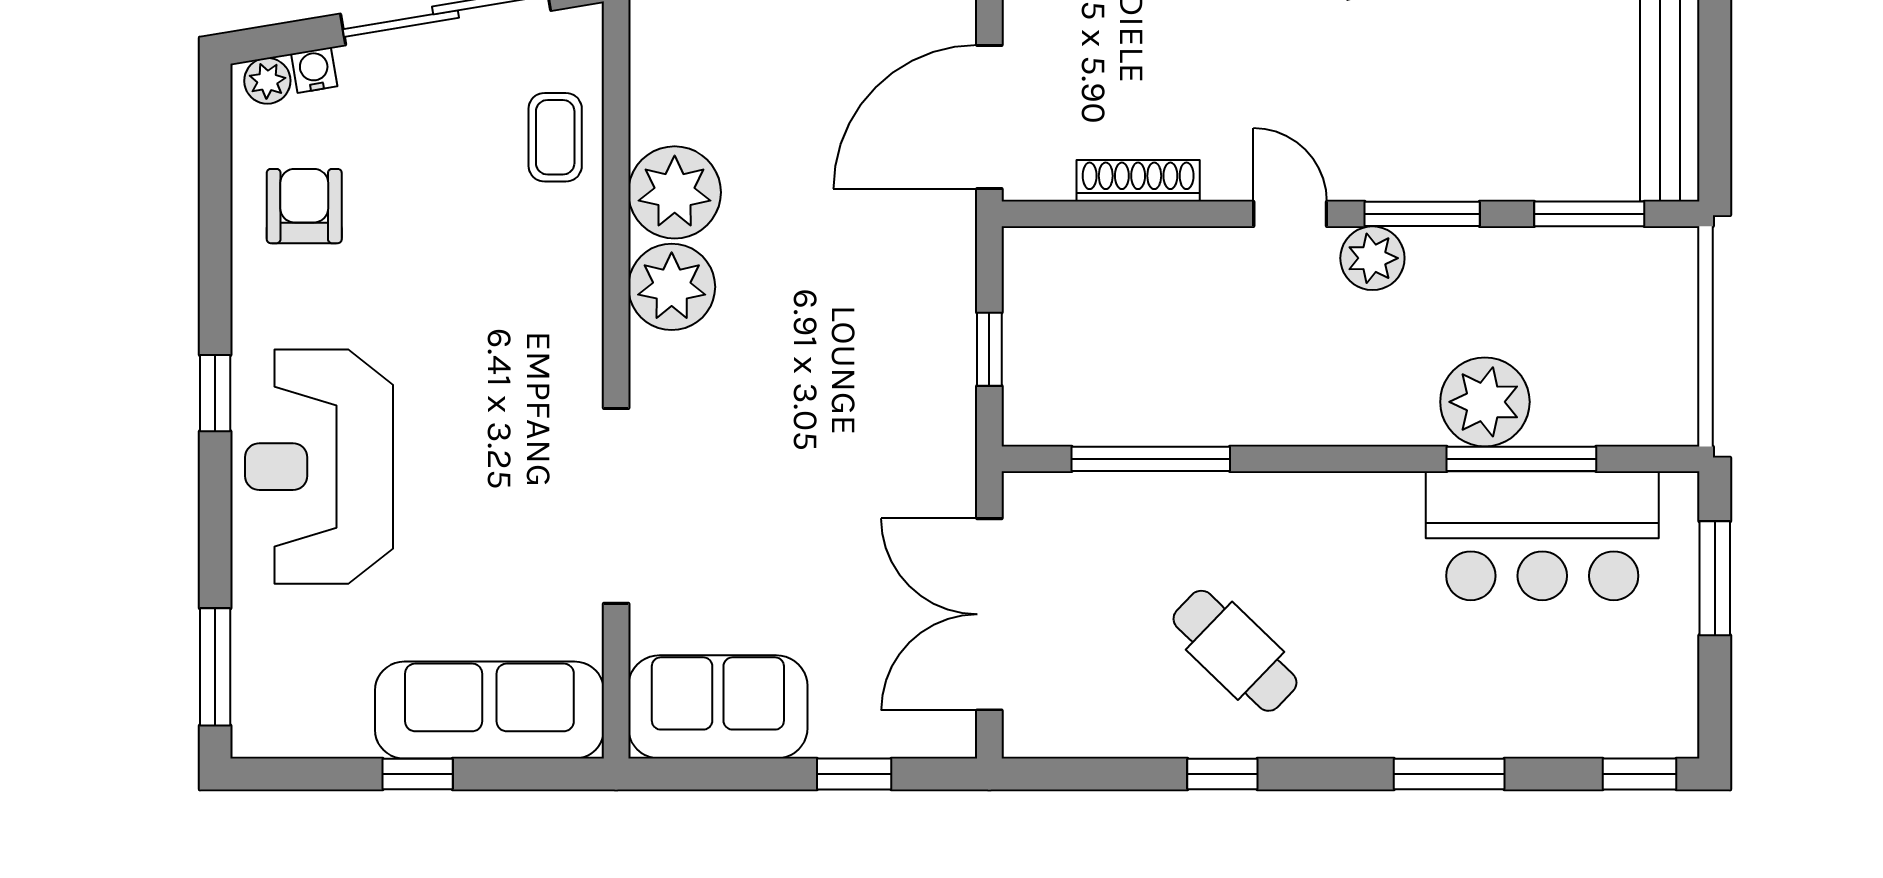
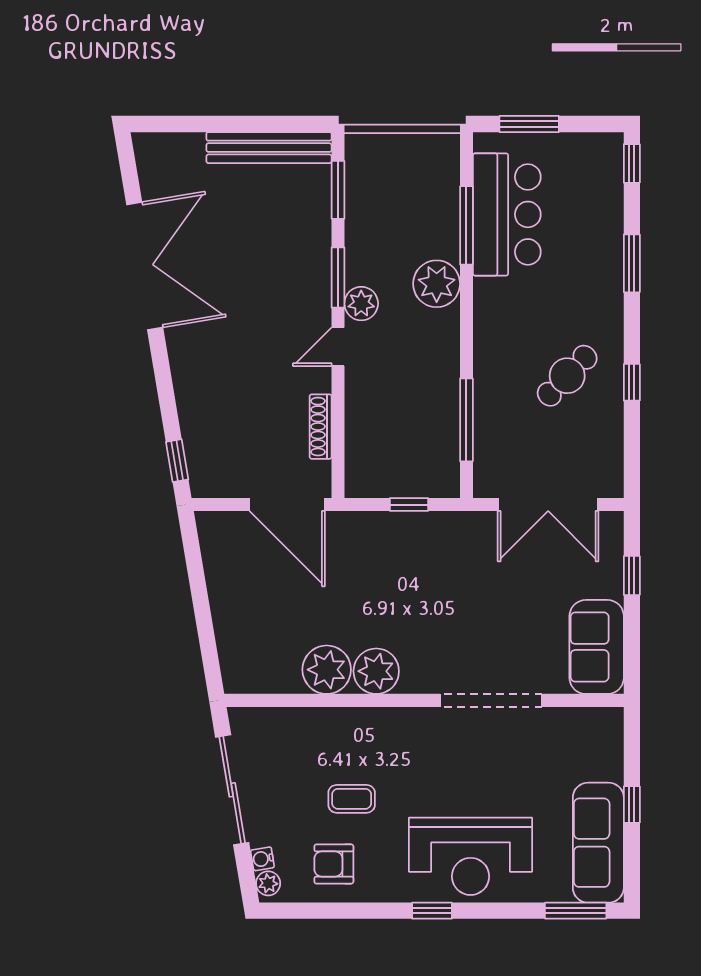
coffee table: (555, 137) -> (352, 799), moved
plant: (1485, 402) -> (437, 284), moved
sofa: (489, 710) -> (598, 843), moved

